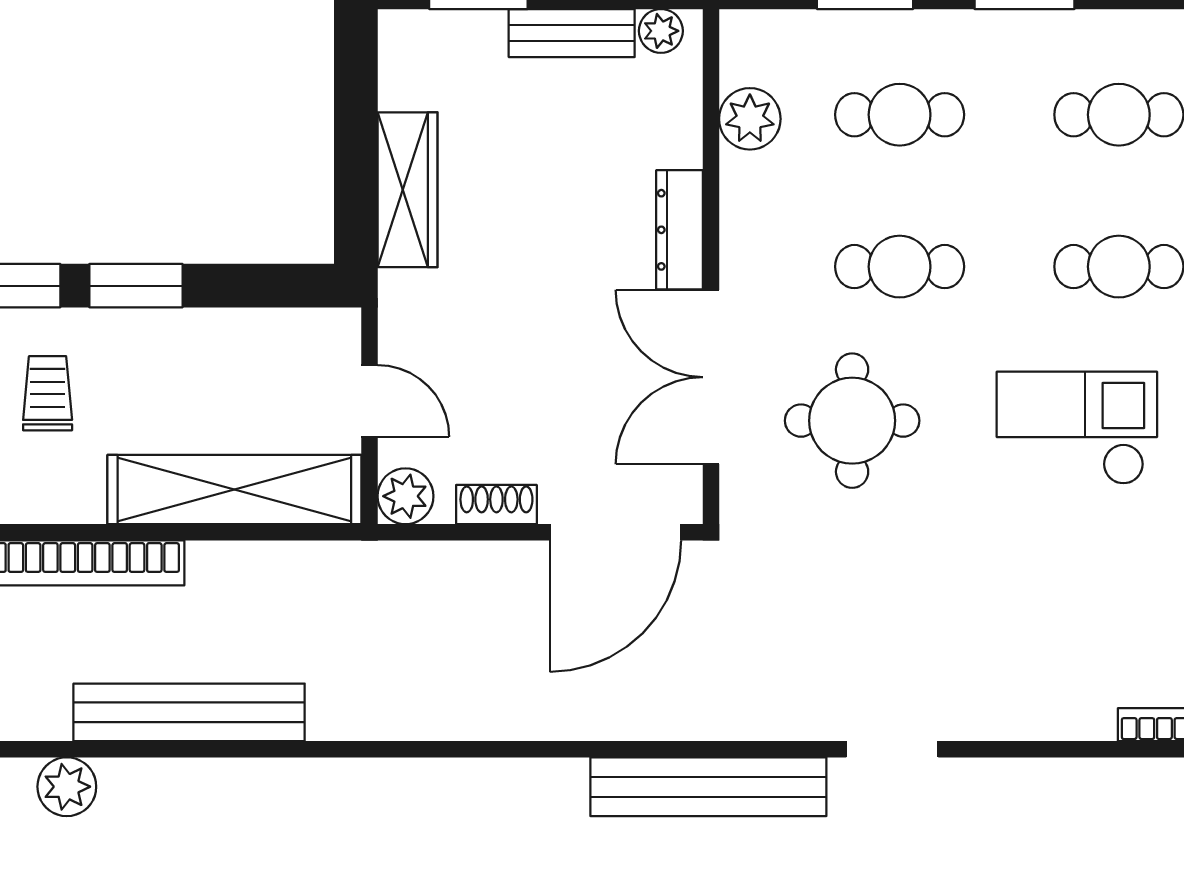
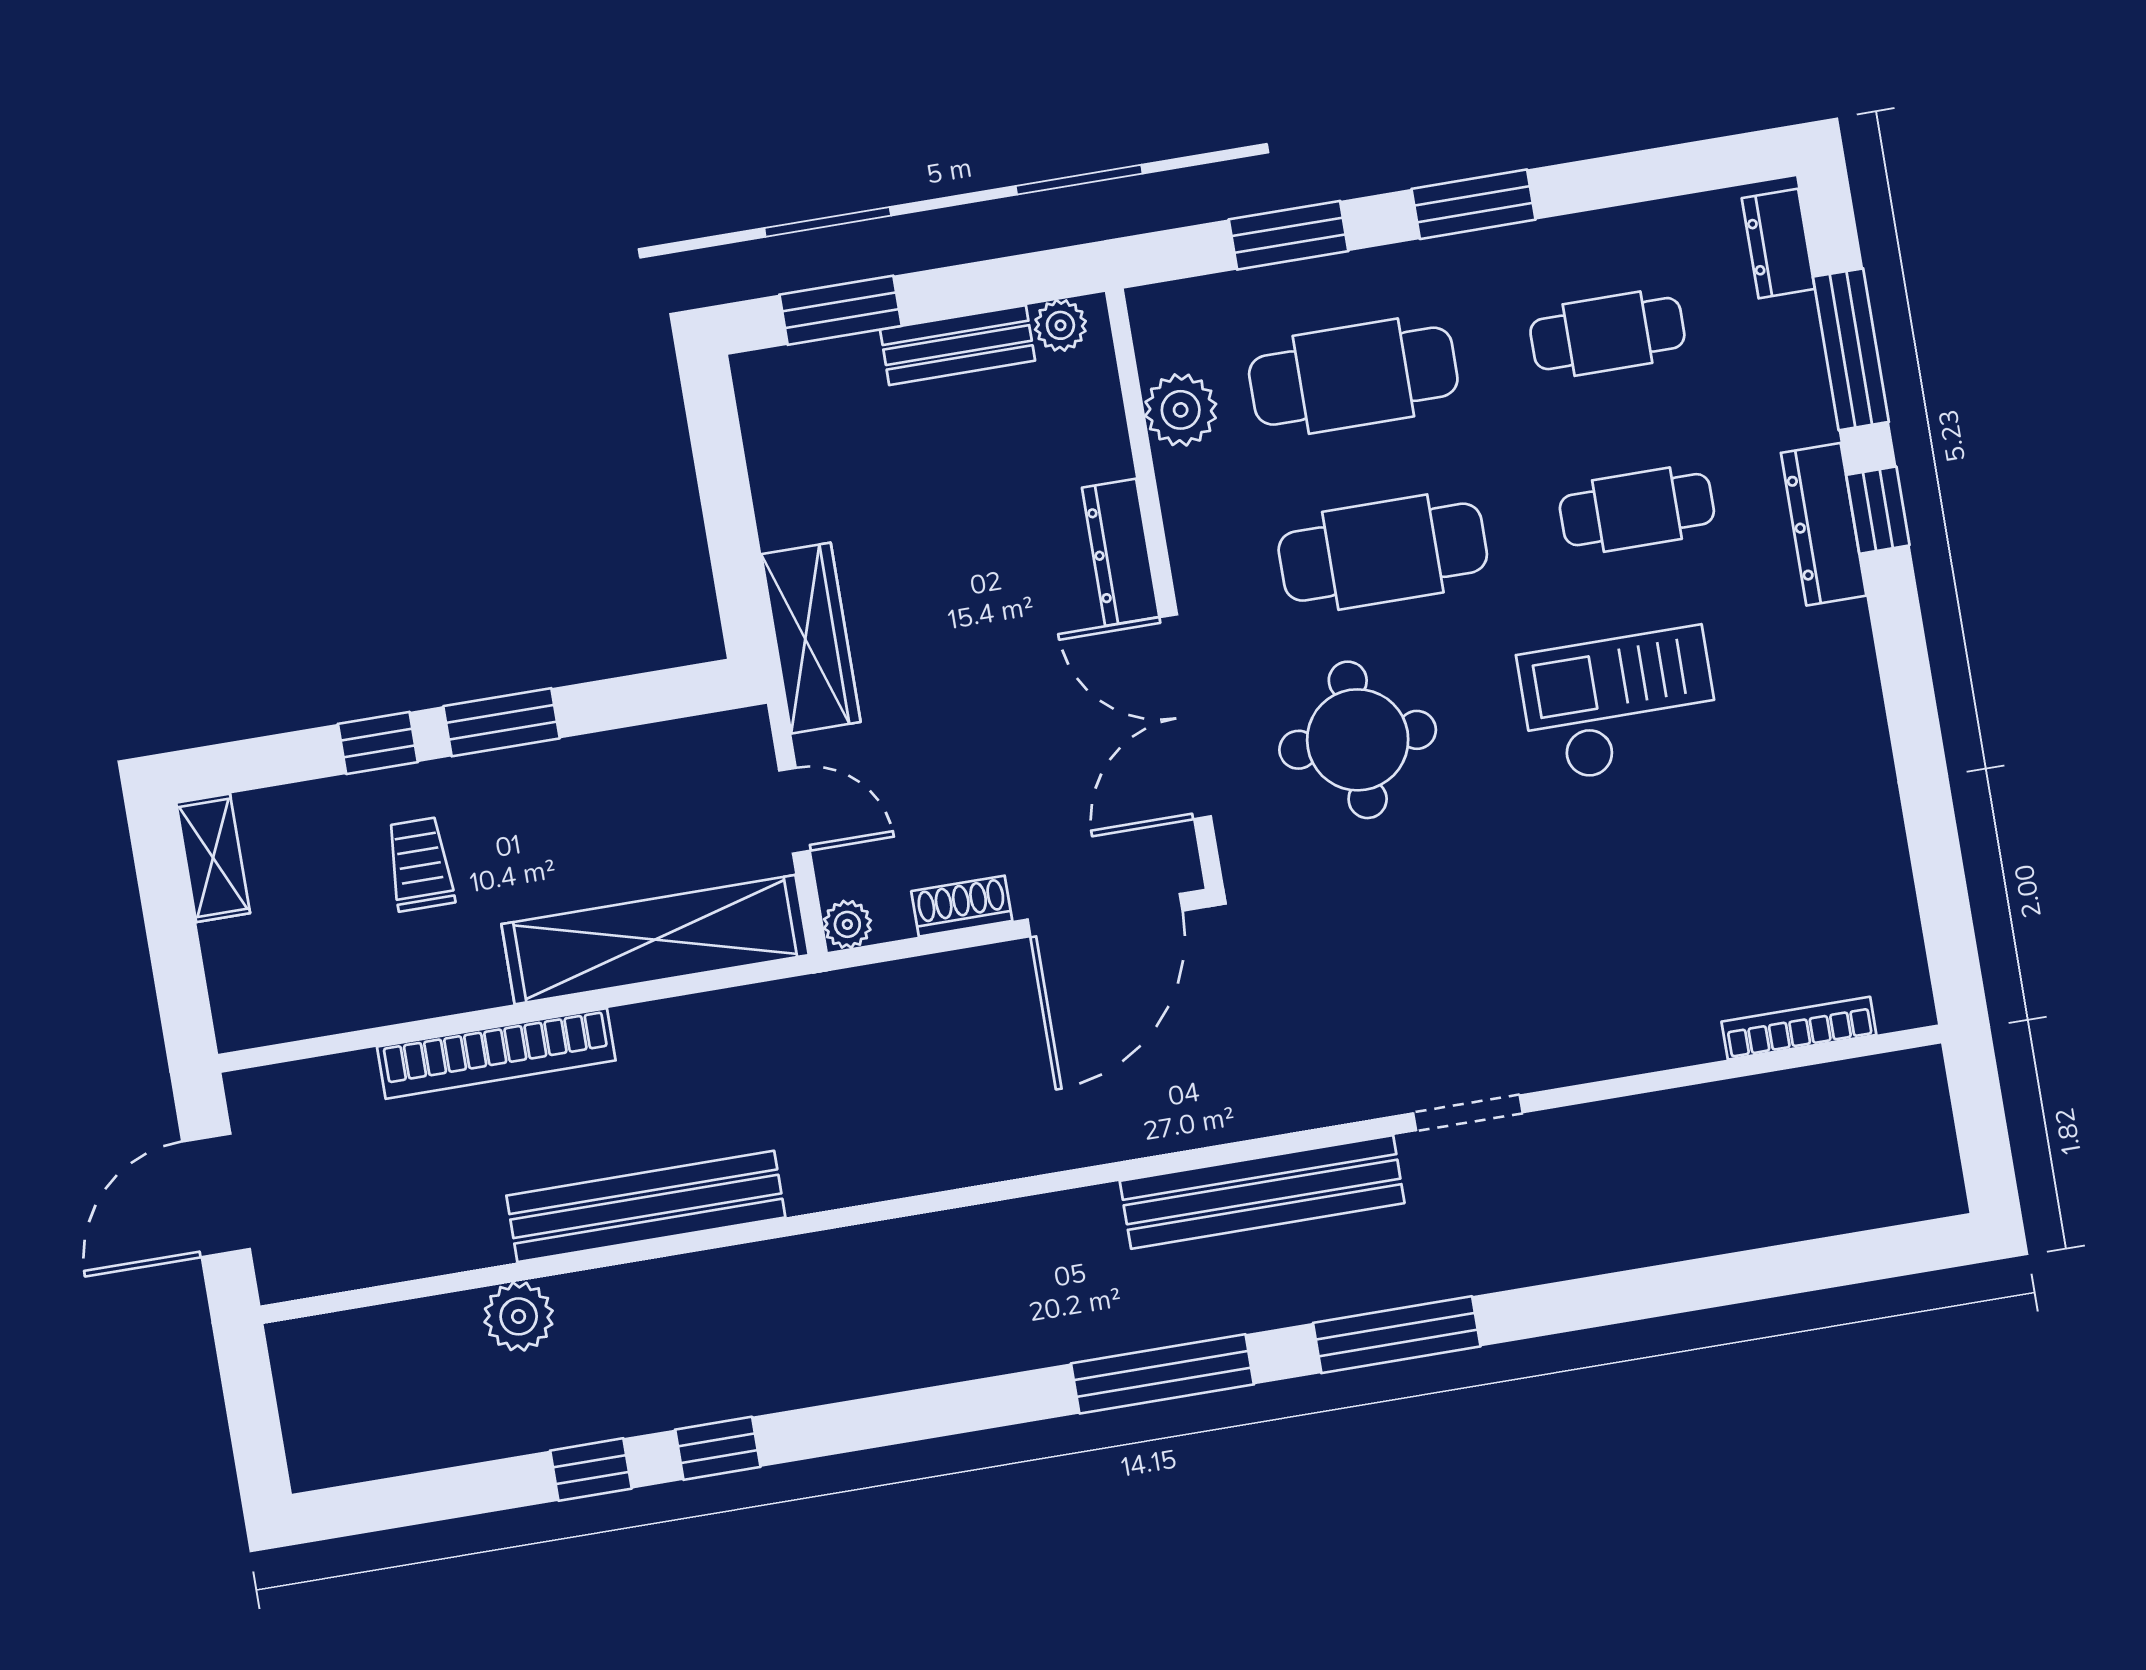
cafe table: (900, 115) -> (1353, 376), width x1.37, depth x1.35
wardrobe: (407, 190) -> (811, 638), moved
cafe table: (900, 267) -> (1383, 552), width x1.37, depth x1.35
plant: (405, 496) -> (847, 924), width x0.73, depth x0.73

